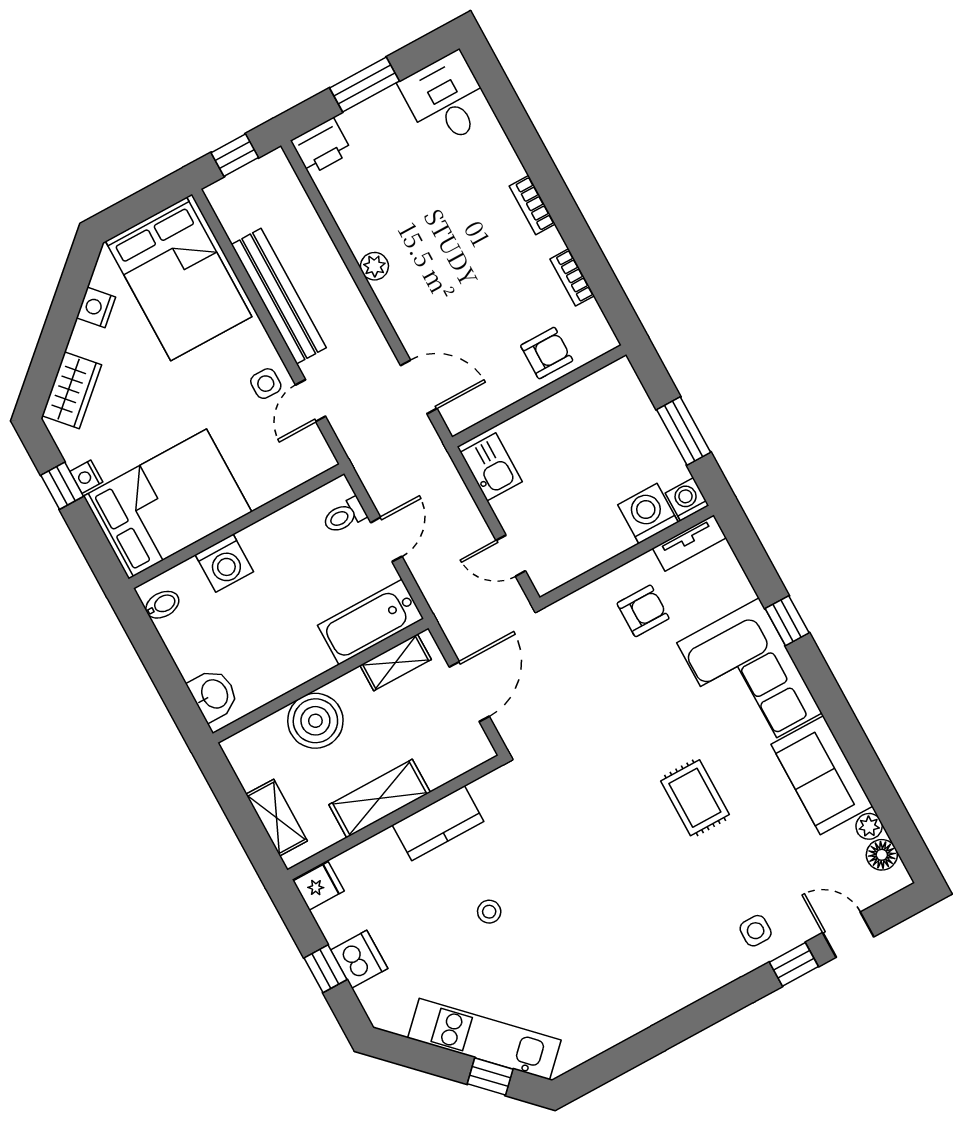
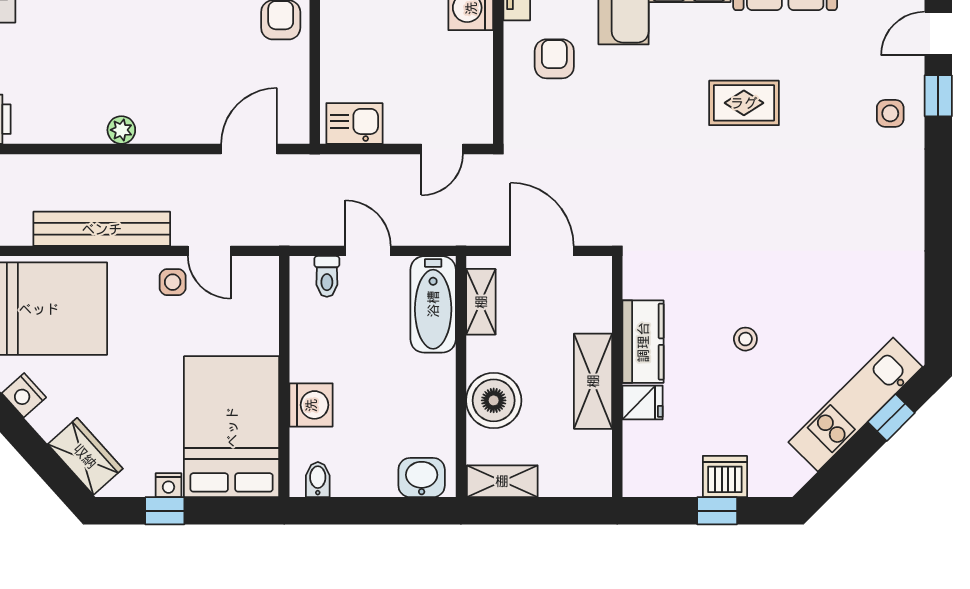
shelving: (277, 818) -> (502, 481), moved
fridge: (319, 886) -> (642, 403), moved, turned 90

